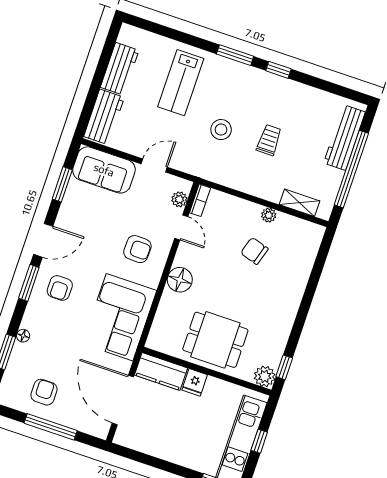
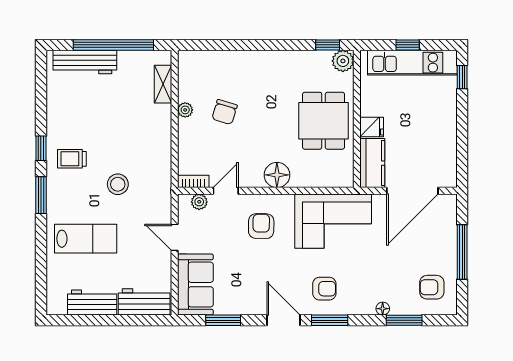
trolley: (269, 140) -> (72, 159), moved
armchair: (44, 392) -> (432, 287), moved

